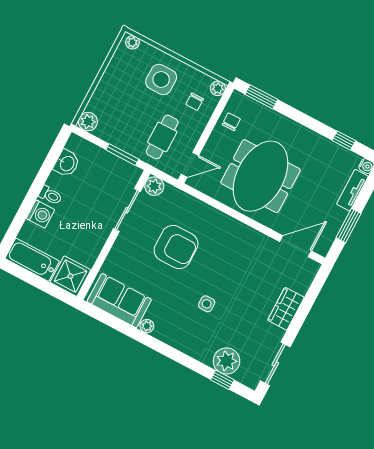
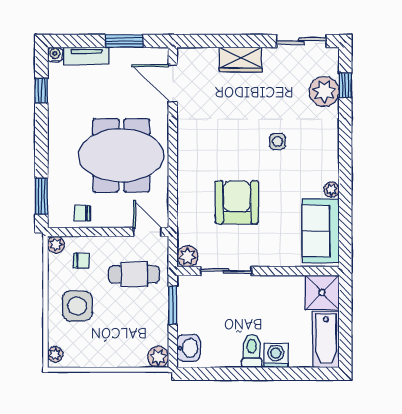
washbasin: (67, 163) -> (188, 348), moved, turned 90
toilet: (50, 195) -> (252, 351), width x1.37, depth x1.39

